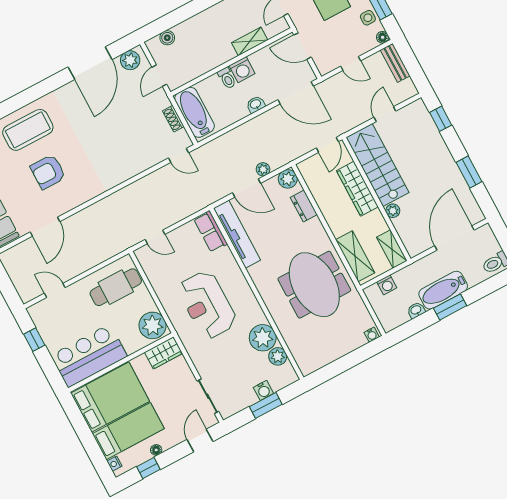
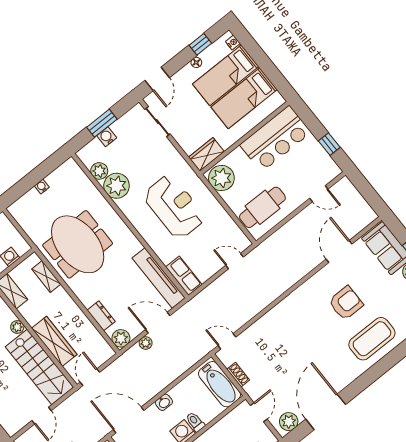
shelving: (355, 256) -> (46, 277), width x0.67, depth x0.75
water cooler: (372, 335) -> (42, 187), moved
bed: (110, 397) -> (244, 98), width x0.67

